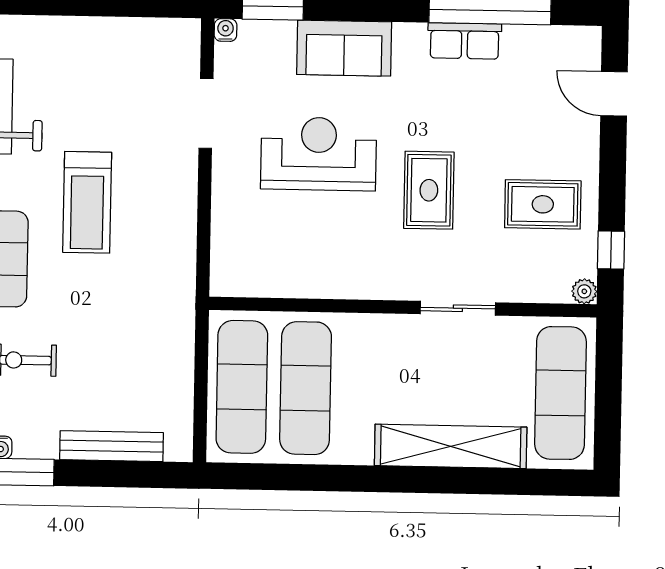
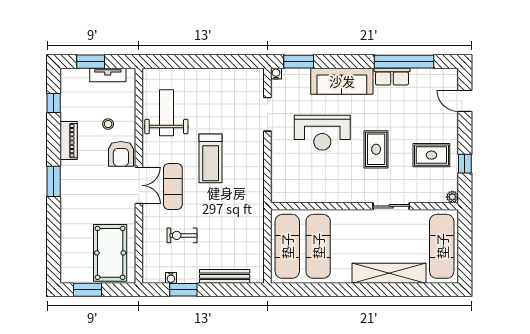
sofa: (344, 48) -> (342, 81), width x1.36
reception desk: (319, 154) -> (322, 133), turned 180
window: (611, 250) -> (465, 164), moved

